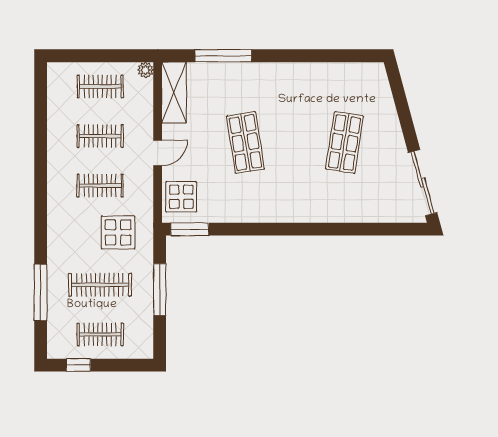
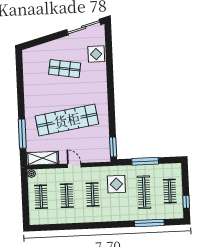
shop shelf: (245, 142) -> (67, 120), width x2.00, depth x1.36
display table: (181, 197) -> (96, 54), moved

